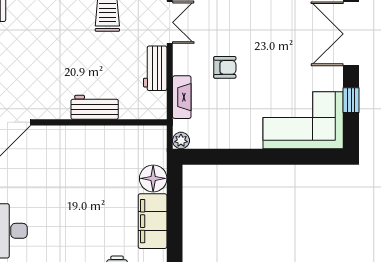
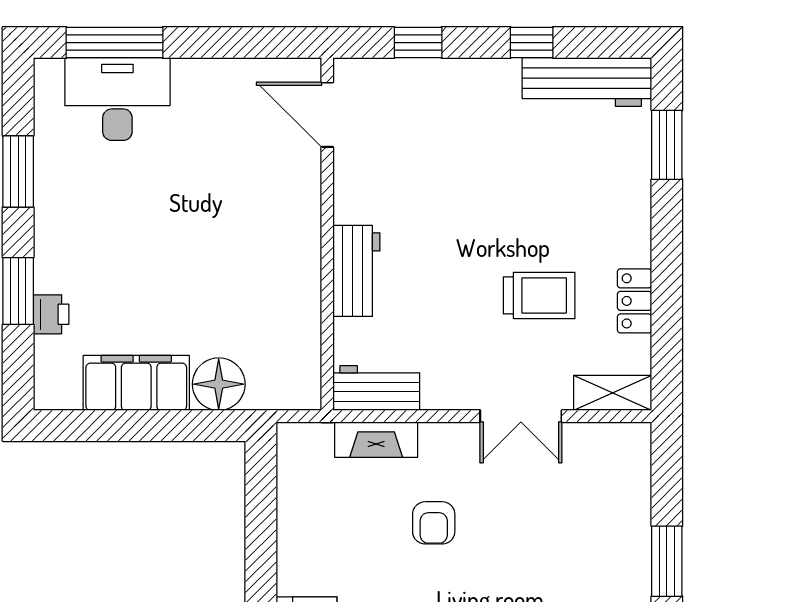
workbench: (155, 68) -> (376, 388), moved
plant: (181, 140) -> (292, 438), removed

